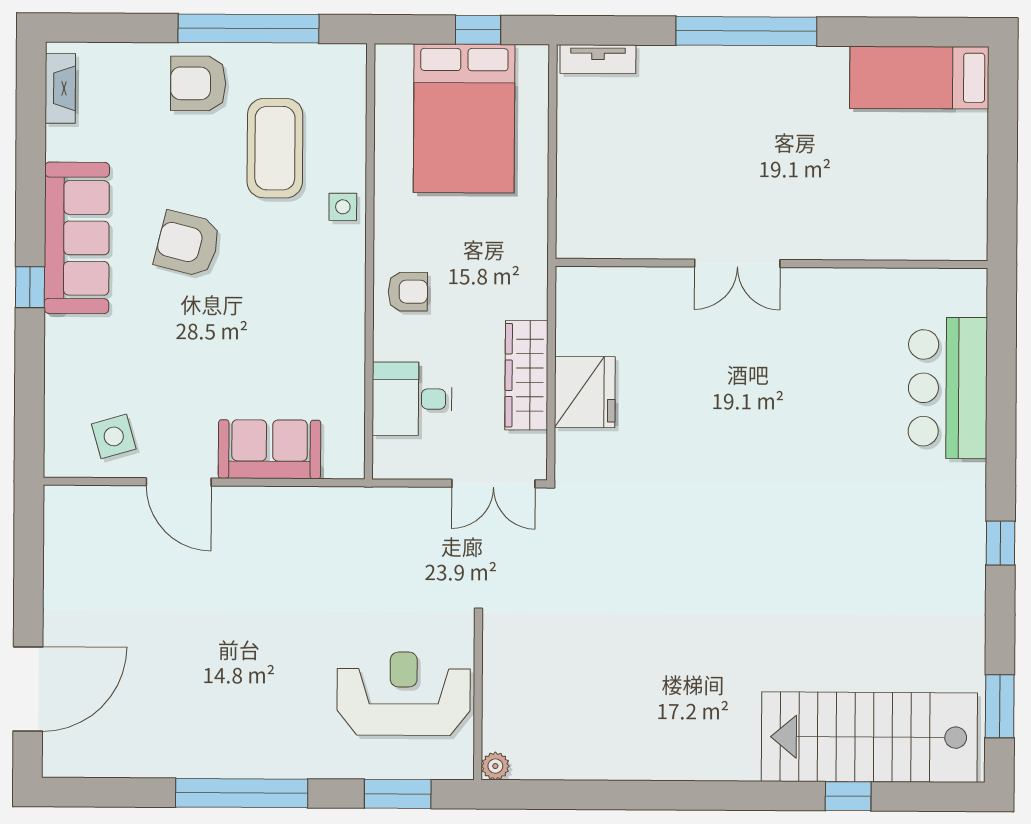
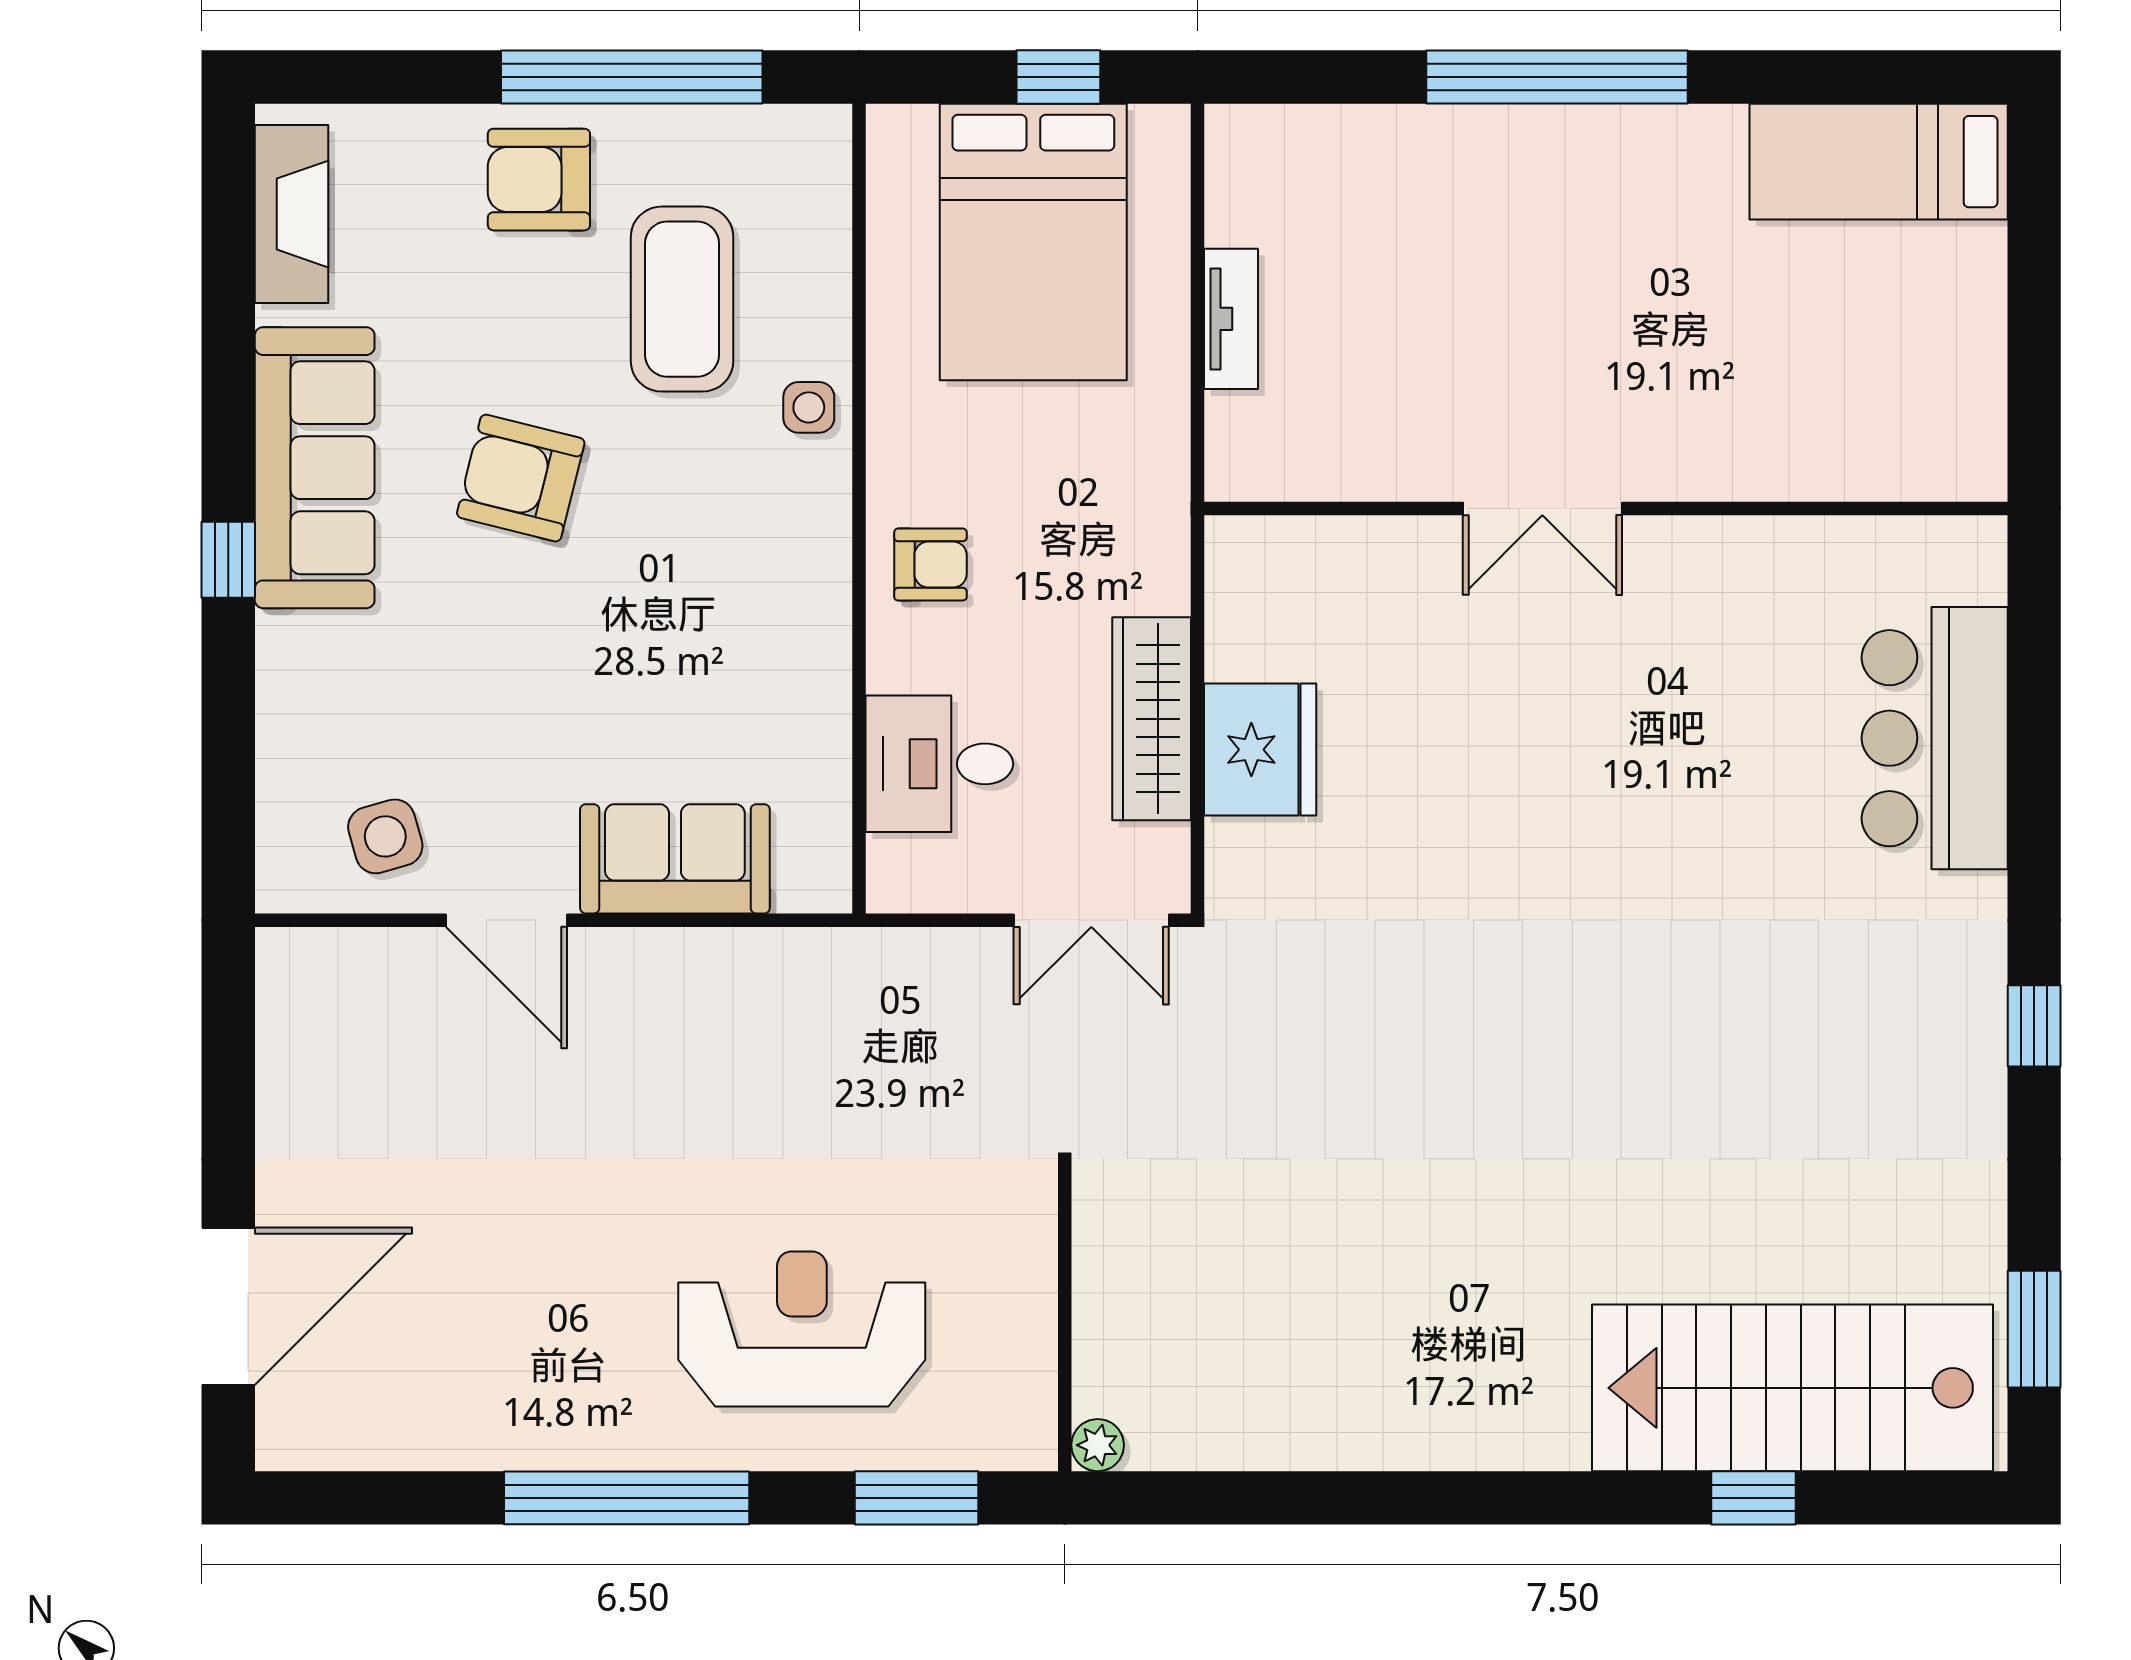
tv unit: (598, 59) -> (1231, 319), moved, turned -90
fireplace: (60, 88) -> (292, 214), width x1.37, depth x1.32
reception desk: (404, 694) -> (802, 1329), moved

